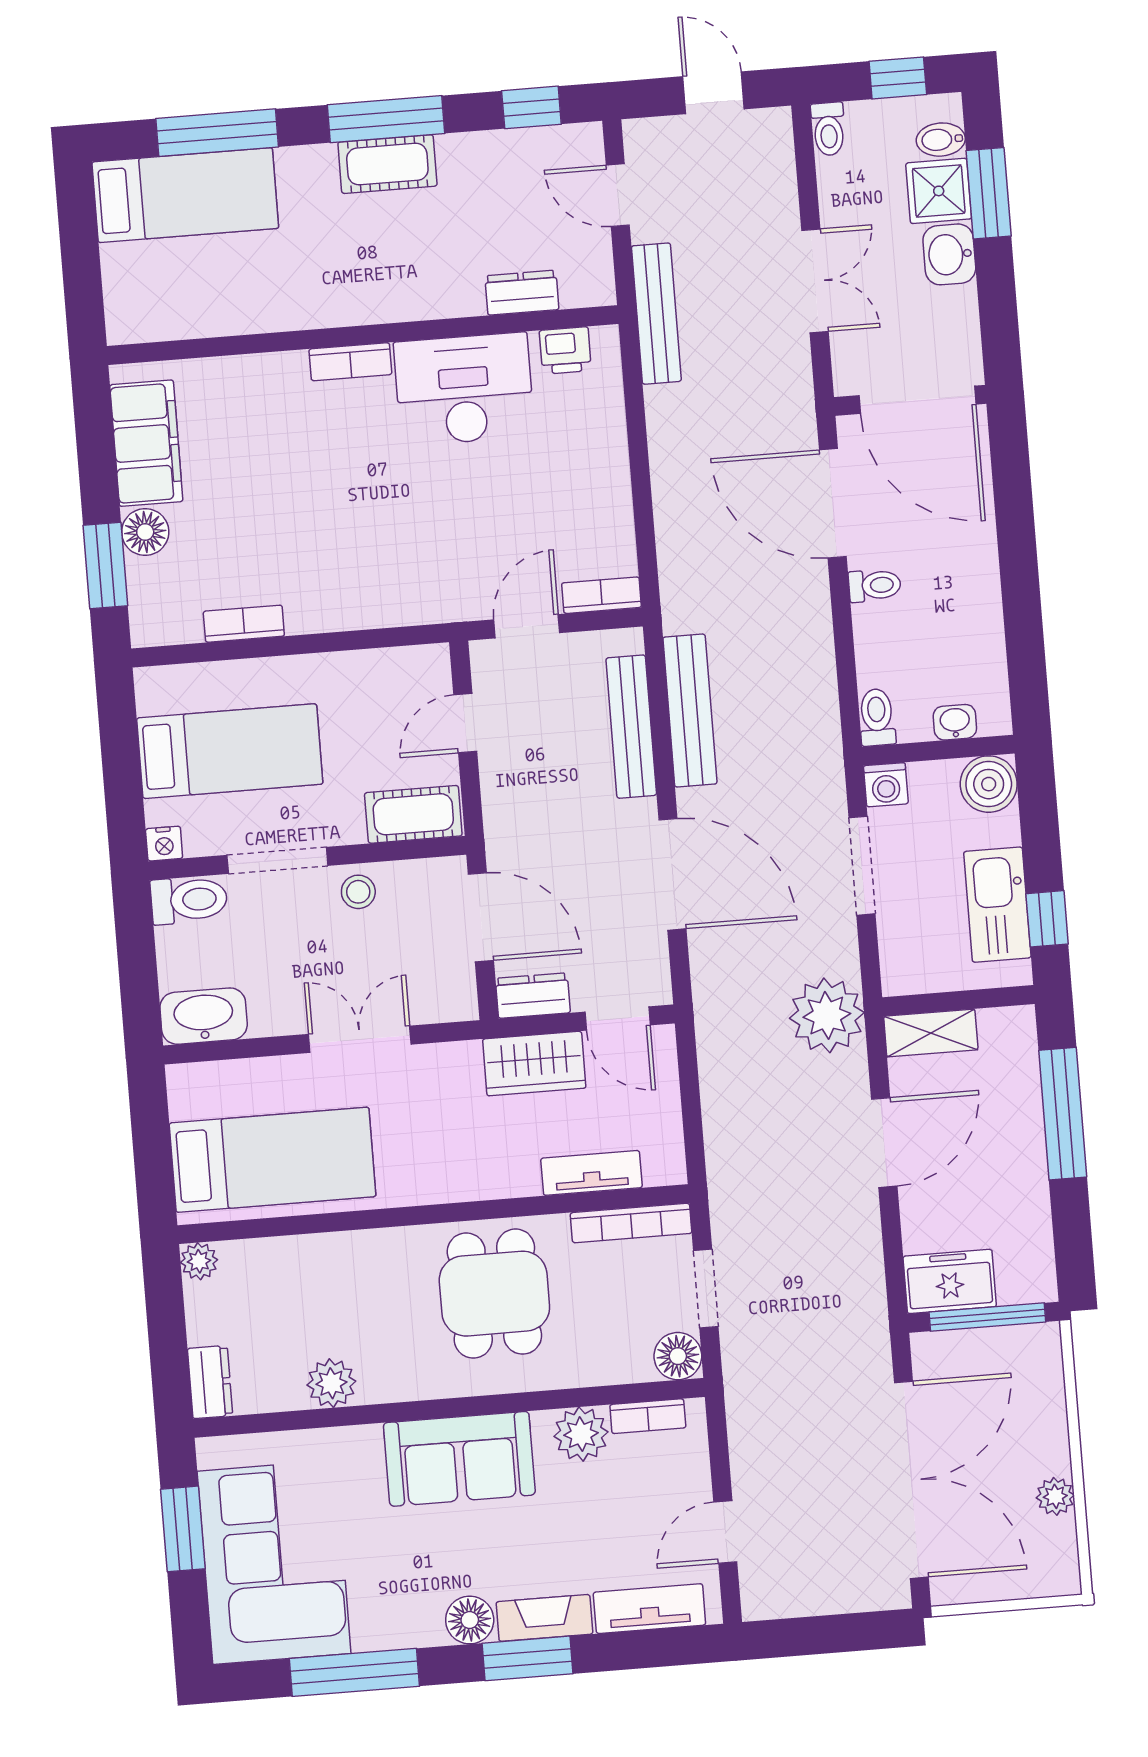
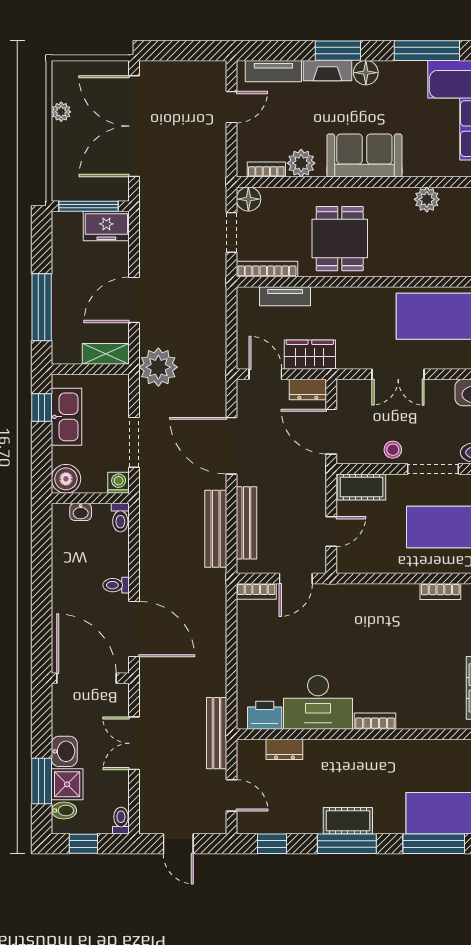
printer: (565, 350) -> (265, 715), width x1.36, depth x1.24

